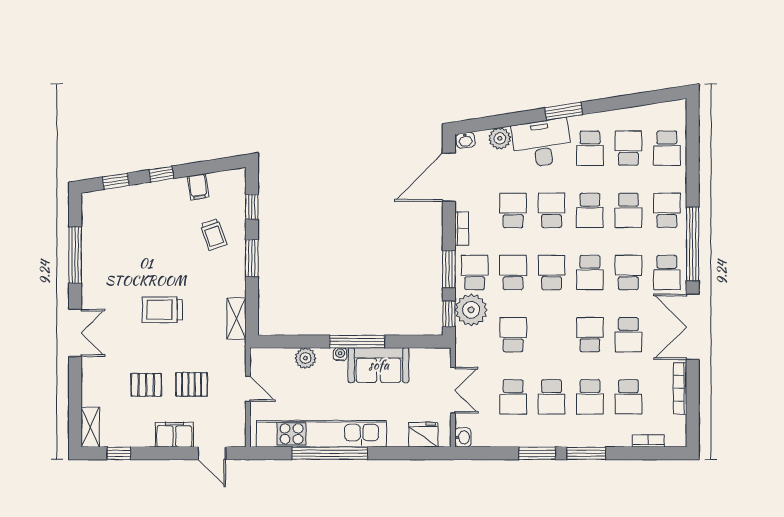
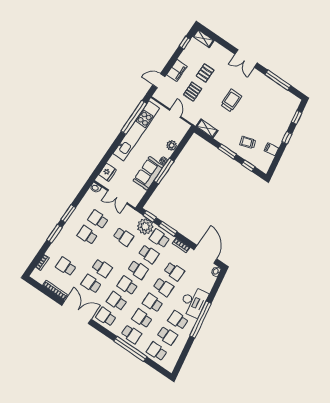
window: (564, 111) -> (200, 320), width x2.11
plant: (500, 138) -> (207, 286), removed
window: (693, 244) -> (130, 349), moved
school desk: (475, 273) -> (159, 238), turned 180
school desk: (628, 273) -> (117, 301), turned 180
door: (248, 389) -> (175, 113), swing flipped
school desk: (590, 397) -> (77, 251), removed
window: (330, 453) -> (134, 117), moved

